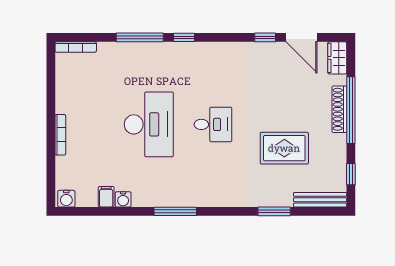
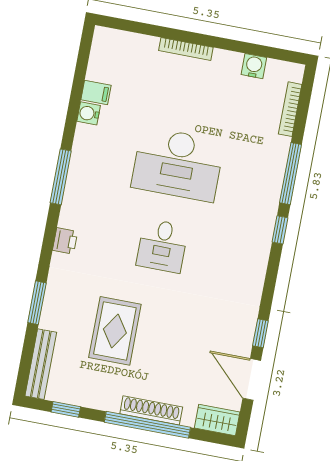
door: (301, 37) -> (252, 379), hinge flipped
bookcase: (76, 47) -> (290, 109), moved
water cooler: (66, 199) -> (254, 66), moved, turned 90
printer: (223, 199) -> (65, 241), added

